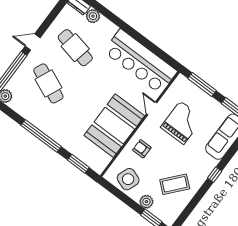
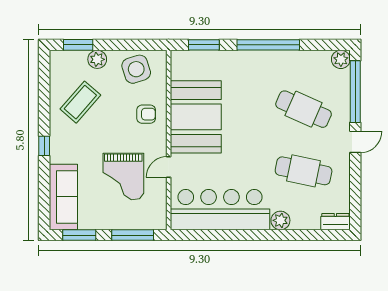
plant: (93, 16) -> (280, 220), moved
door: (152, 108) -> (169, 167), swing flipped
side table: (128, 179) -> (136, 69), turned -38

